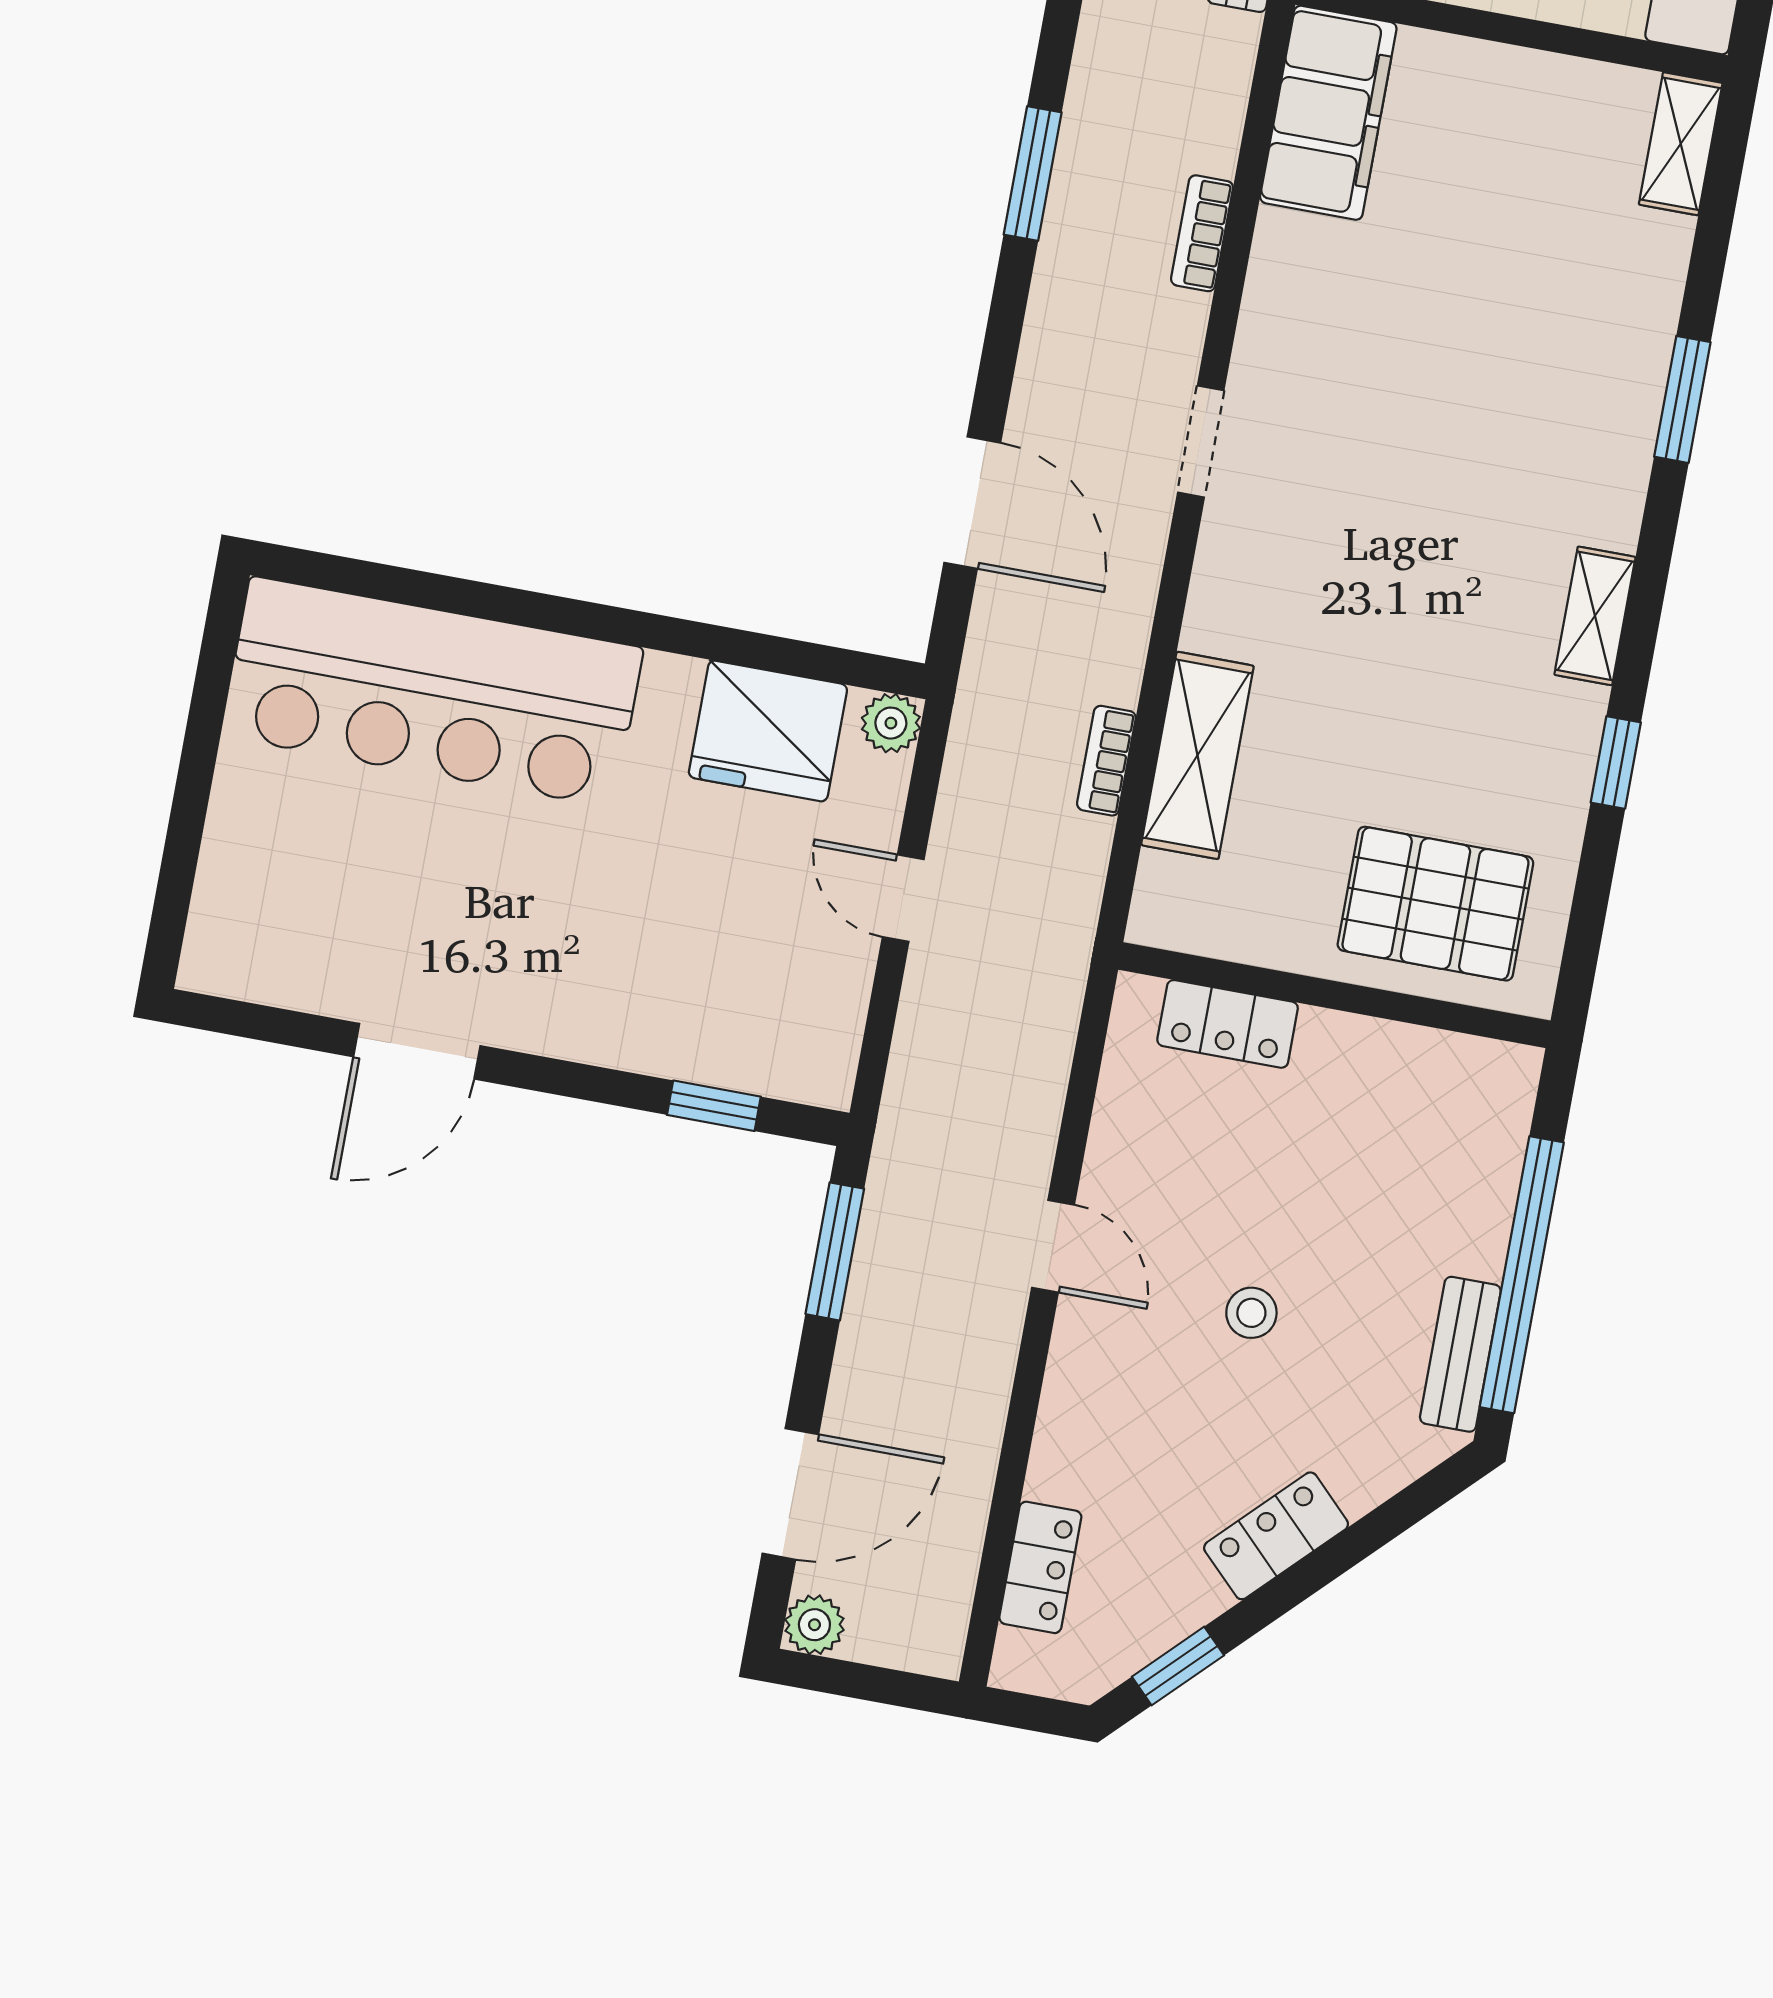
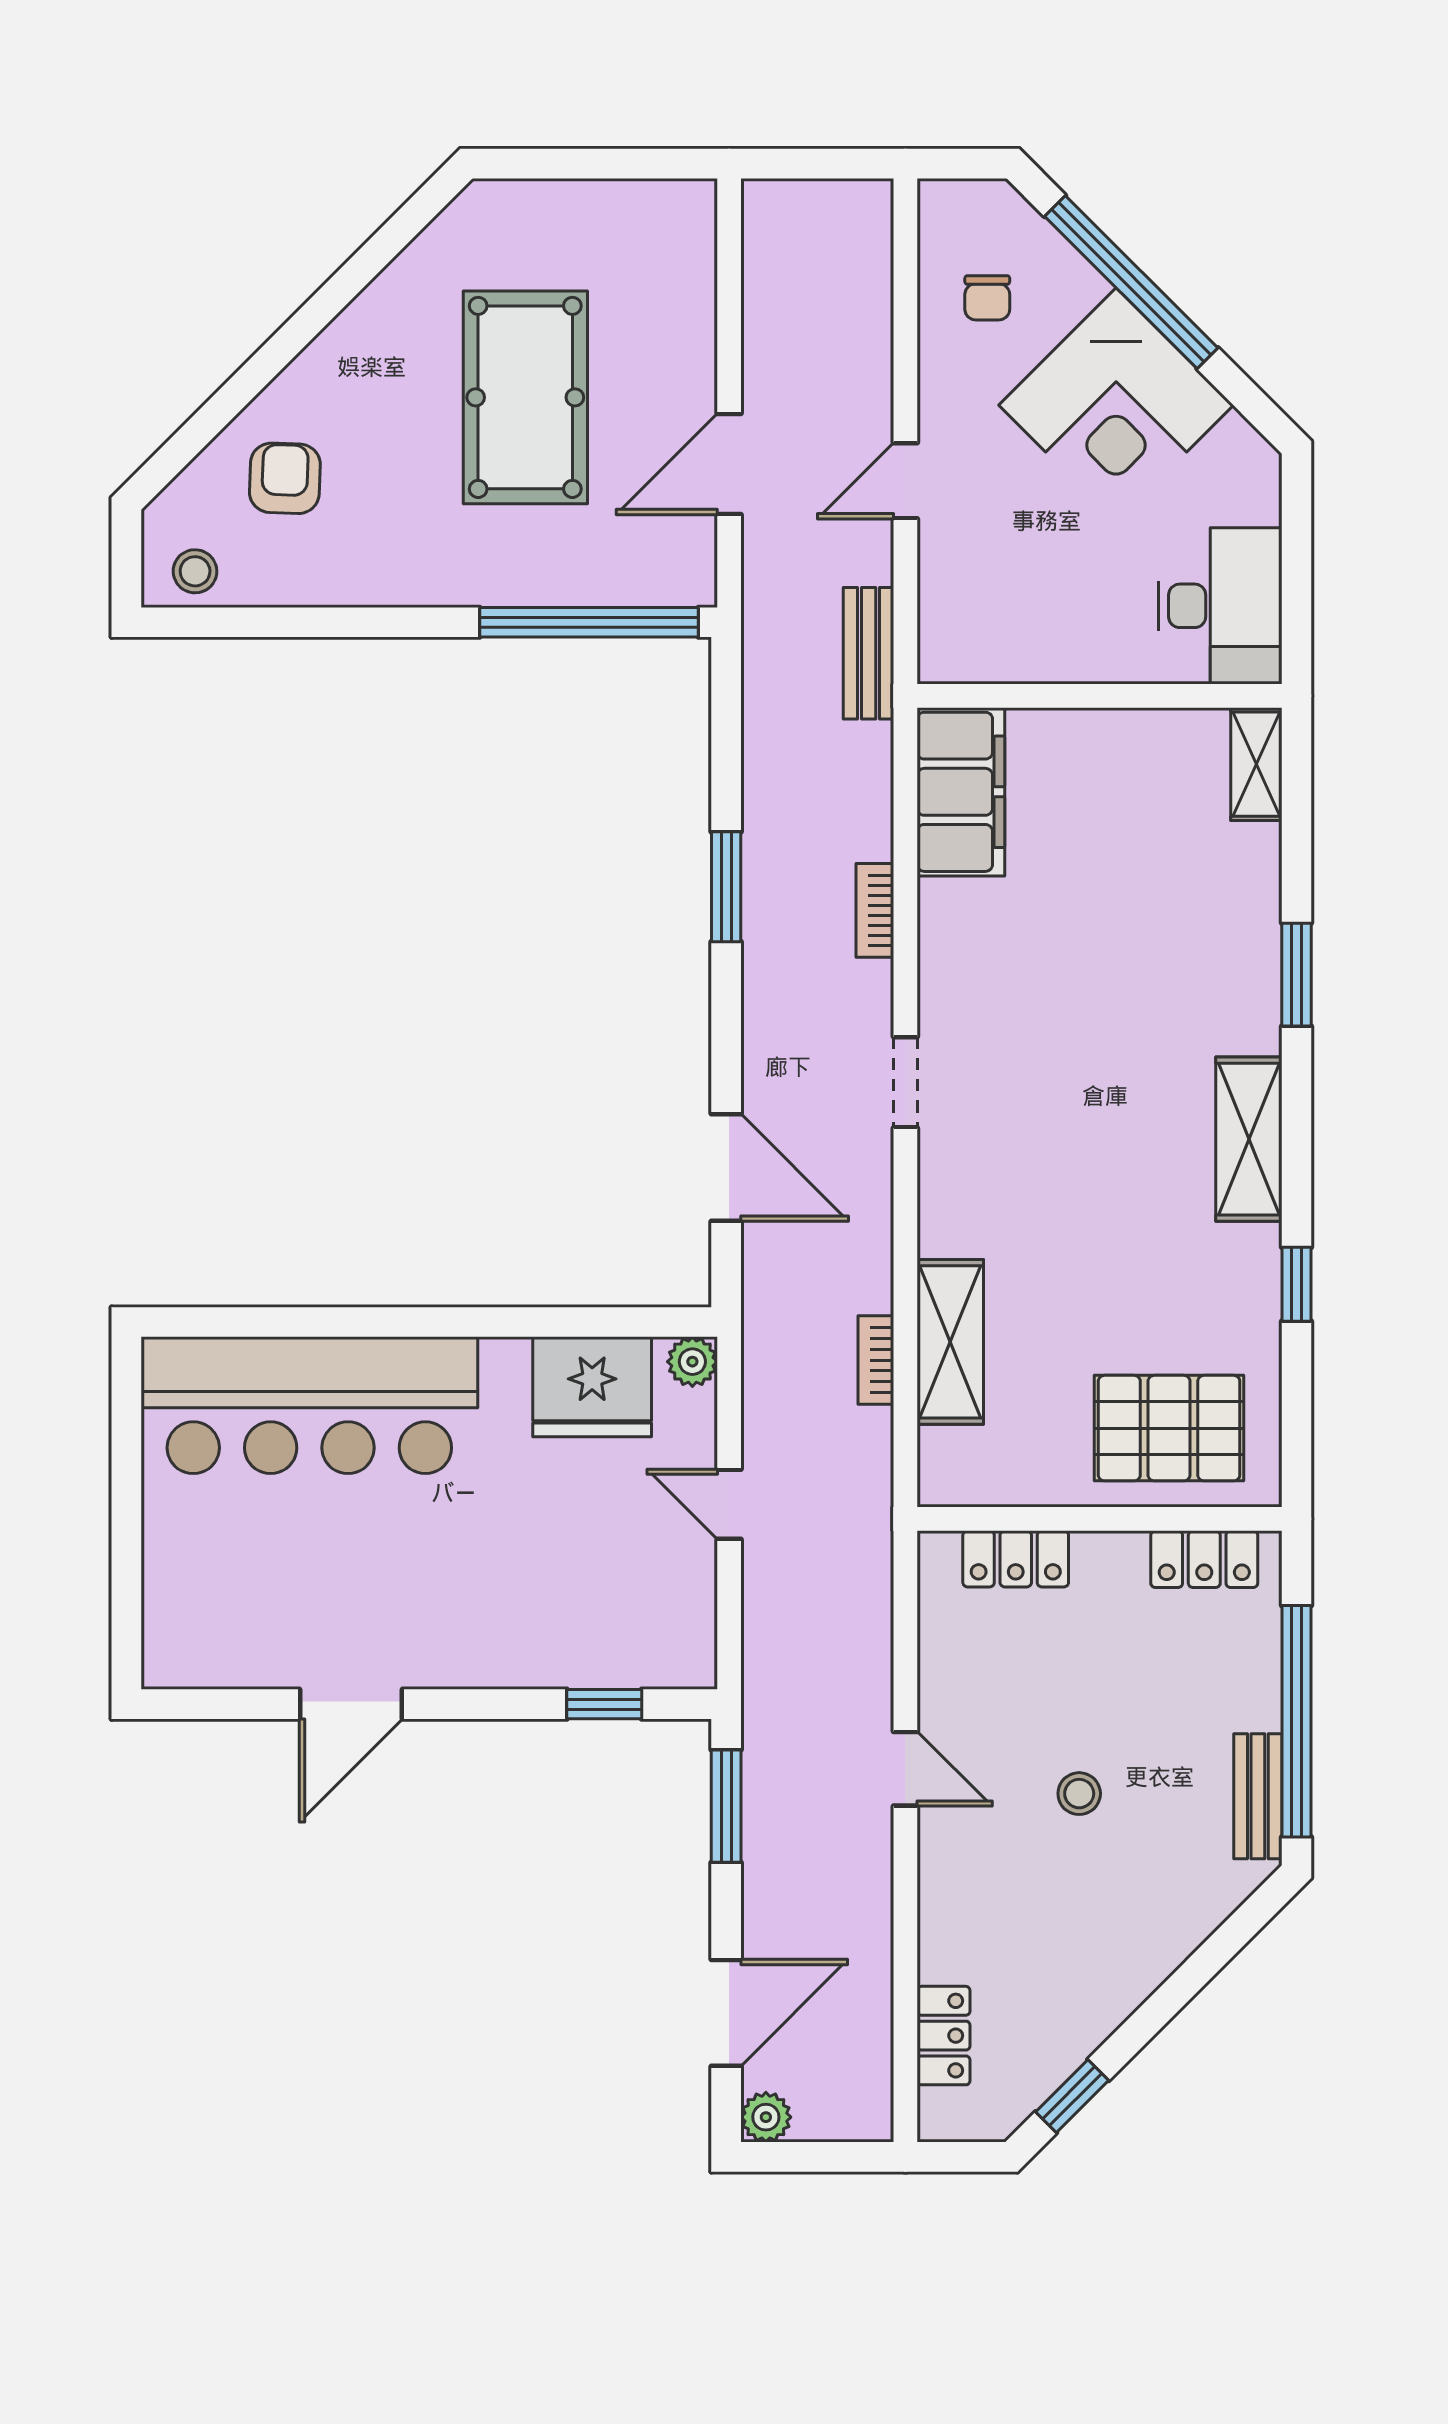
shelving: (1595, 616) -> (1249, 1139), width x1.50, depth x1.33
locker: (1276, 1536) -> (1204, 1559), moved, turned -135

